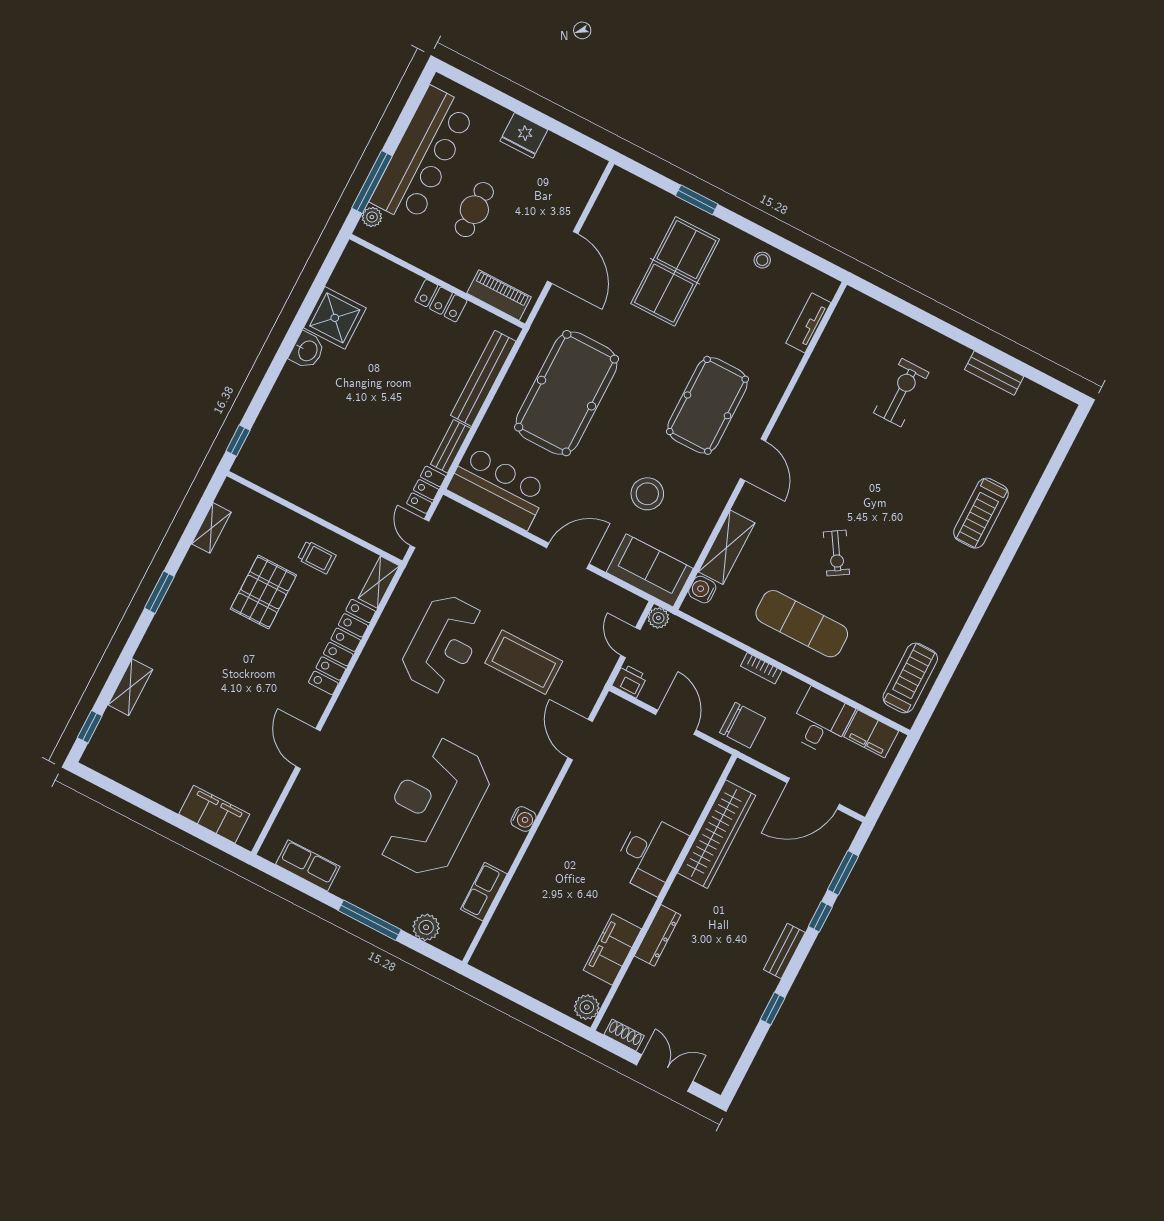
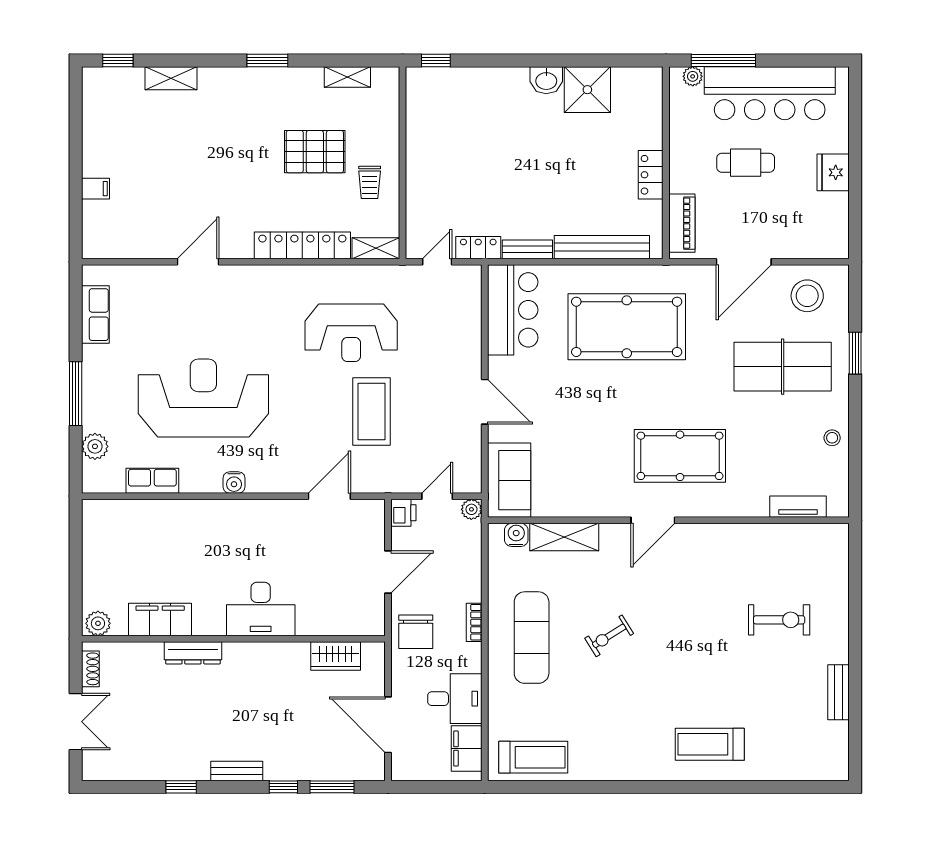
stool: (647, 494) -> (807, 296), moved
filing cabinet: (214, 814) -> (96, 189), width x0.33, depth x0.86
wardrobe: (716, 834) -> (336, 656), width x0.48, depth x0.85

